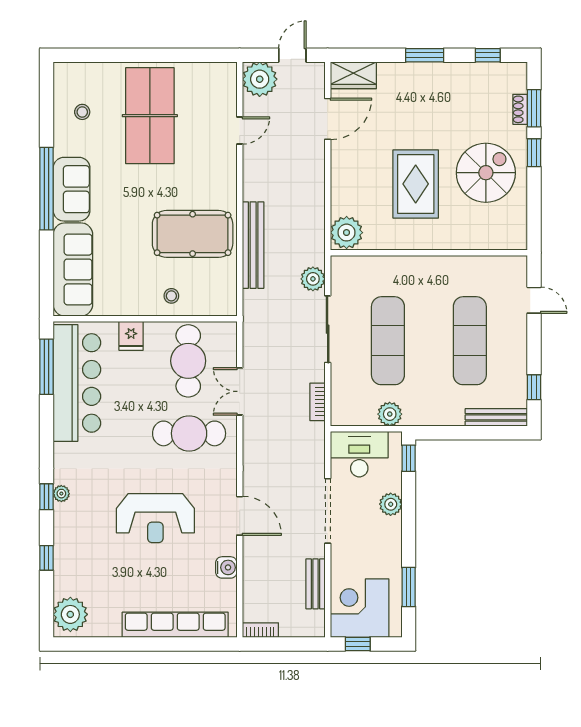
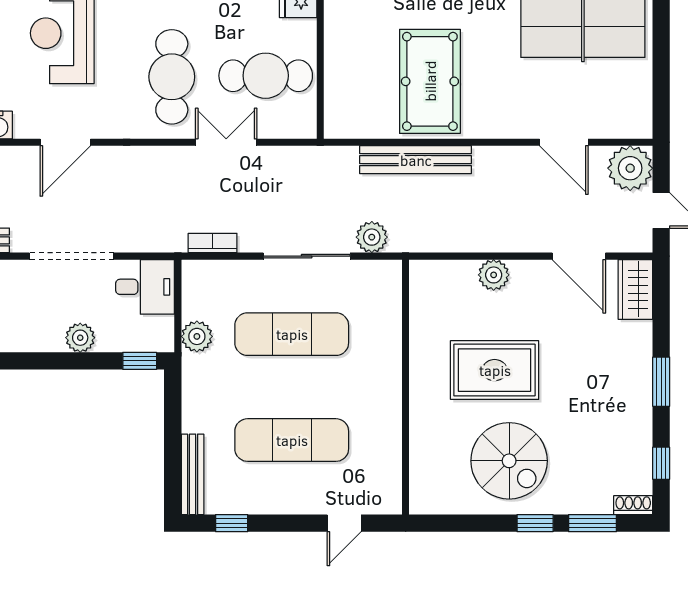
shoe rack: (520, 109) -> (633, 505), moved
door: (240, 130) -> (564, 142), width x1.38
plant: (347, 233) -> (494, 275), moved, width x0.73, depth x0.73
stool: (171, 296) -> (350, 54), removed
desk: (359, 454) -> (145, 287), width x0.73

